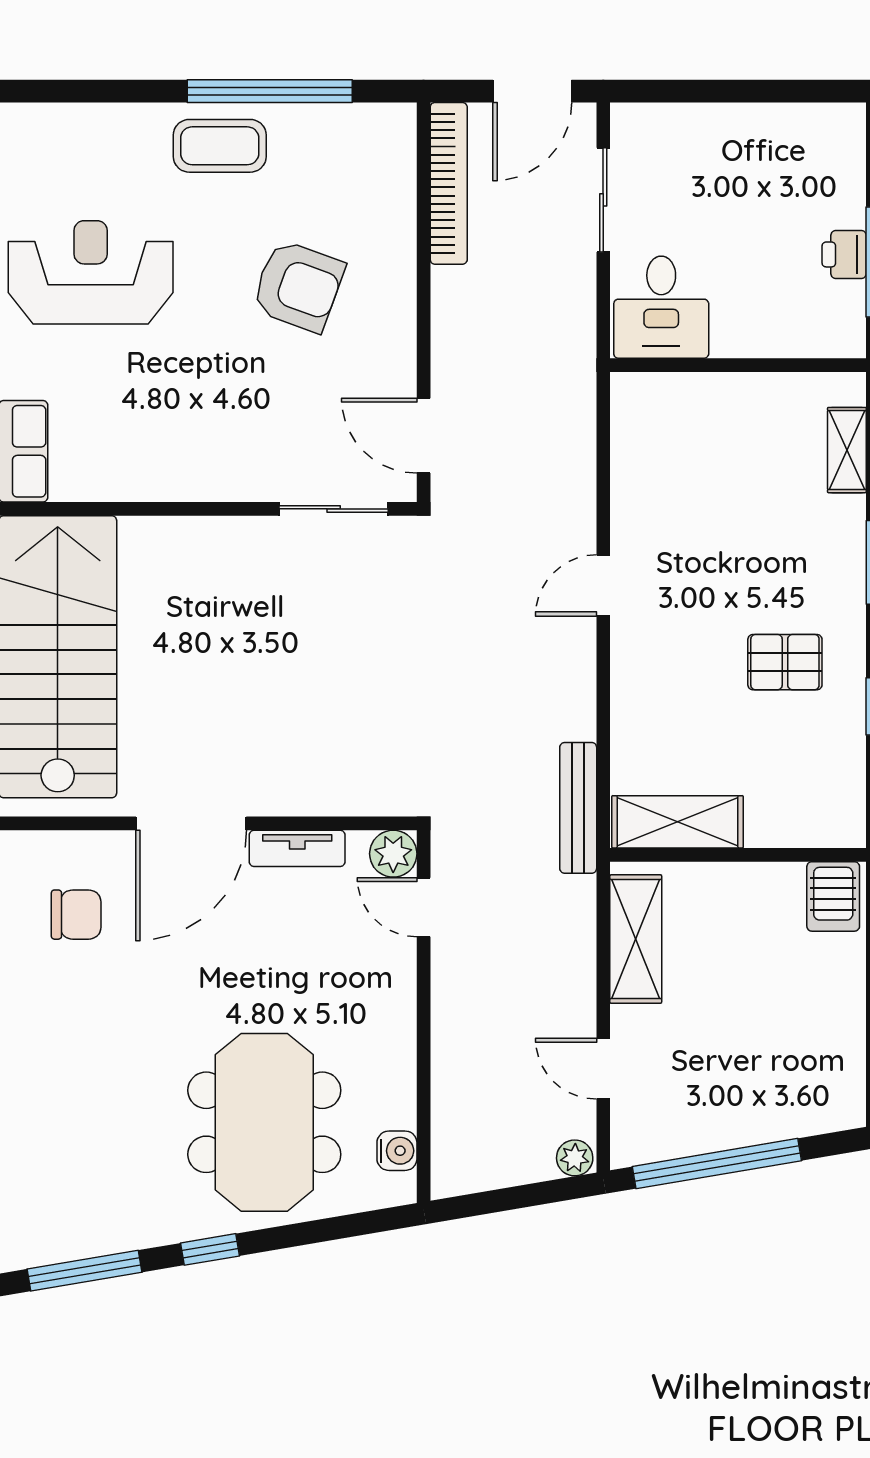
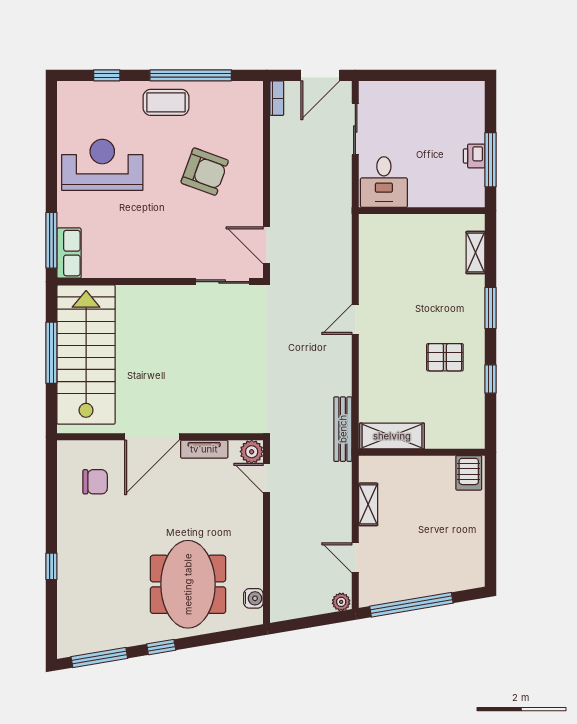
window: (100, 91) -> (107, 75), added
bookcase: (449, 183) -> (277, 98), width x0.43, depth x0.76
shelving: (636, 939) -> (368, 504), width x0.67, depth x0.75

